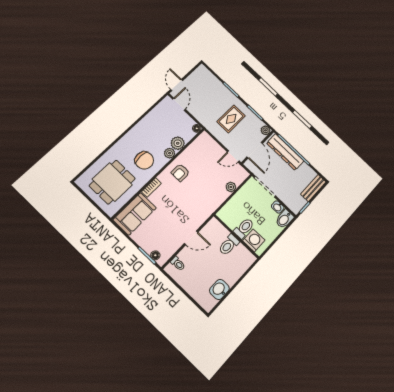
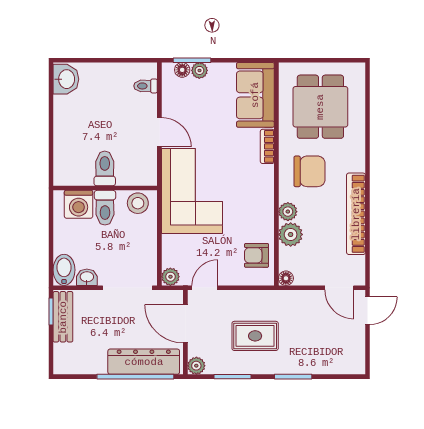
door: (177, 85) -> (367, 311), hinge flipped
rug: (231, 119) -> (255, 336), turned 90
bookcase: (143, 125) -> (356, 214), added
chair: (144, 160) -> (310, 171), turned 180
armchair: (180, 173) -> (257, 255), moved, turned -90
plant: (231, 187) -> (170, 277), moved
bench: (313, 188) -> (63, 317), moved
corner sofa: (201, 200) -> (192, 191), added
stool: (229, 217) -> (138, 203), added
door: (191, 238) -> (159, 132), swing flipped
plant: (148, 248) -> (199, 70), added
washbasin: (219, 289) -> (66, 79), moved

